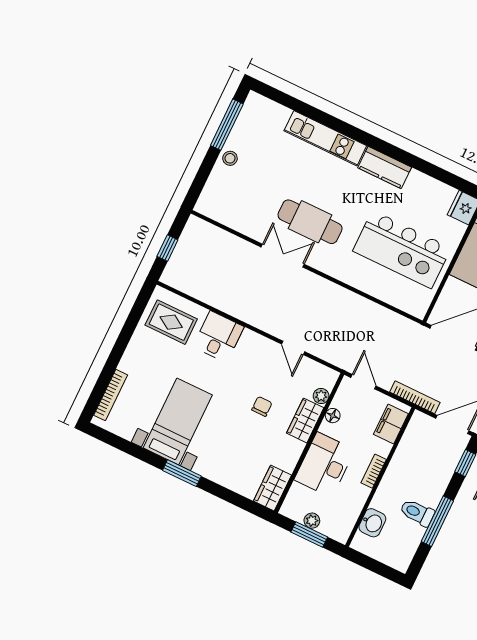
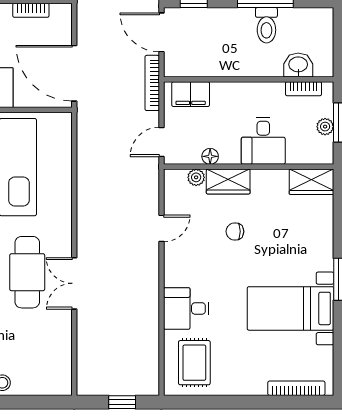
desk: (324, 465) -> (263, 141), width x0.73
bookcase: (374, 471) -> (303, 89), moved

